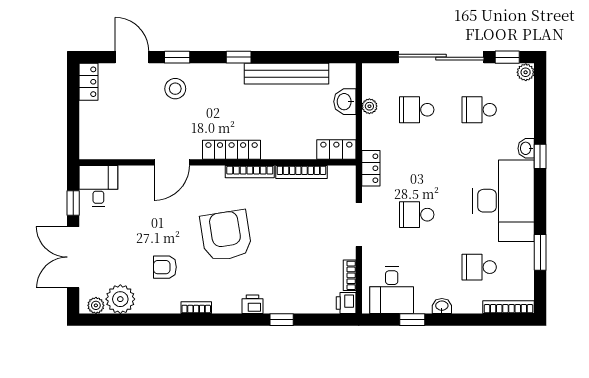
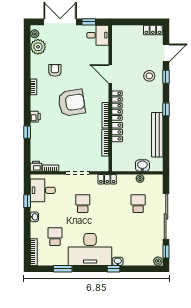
school desk: (479, 110) -> (138, 237), removed
locker: (336, 150) -> (117, 132), moved

